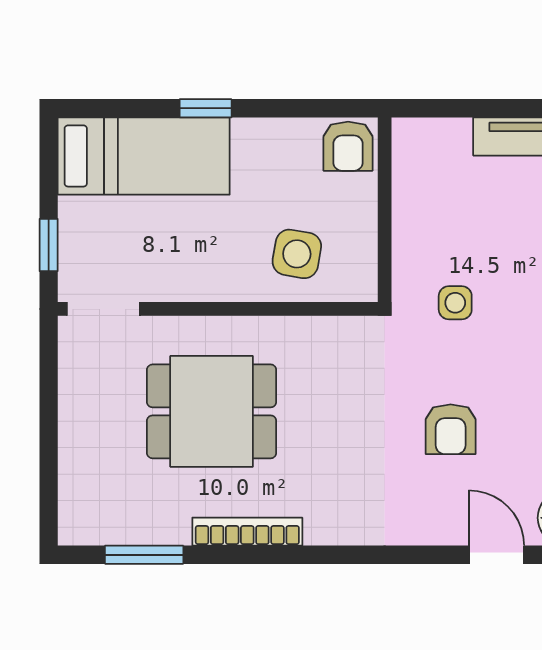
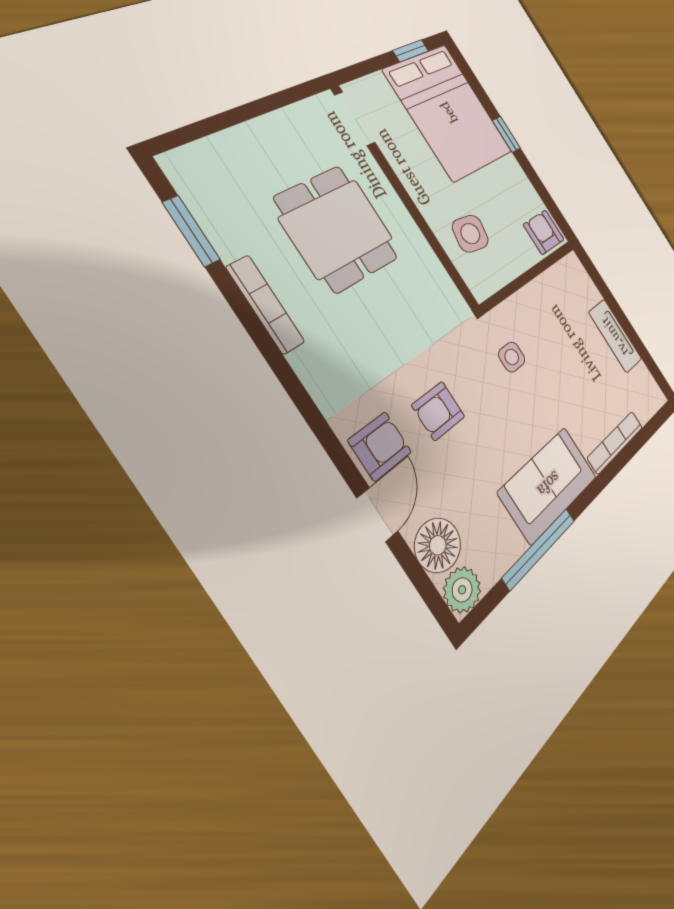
armchair: (348, 146) -> (544, 232), turned 90
bed: (144, 156) -> (449, 112), width x1.50
window: (49, 245) -> (411, 51), moved
armchair: (441, 511) -> (380, 446), added

